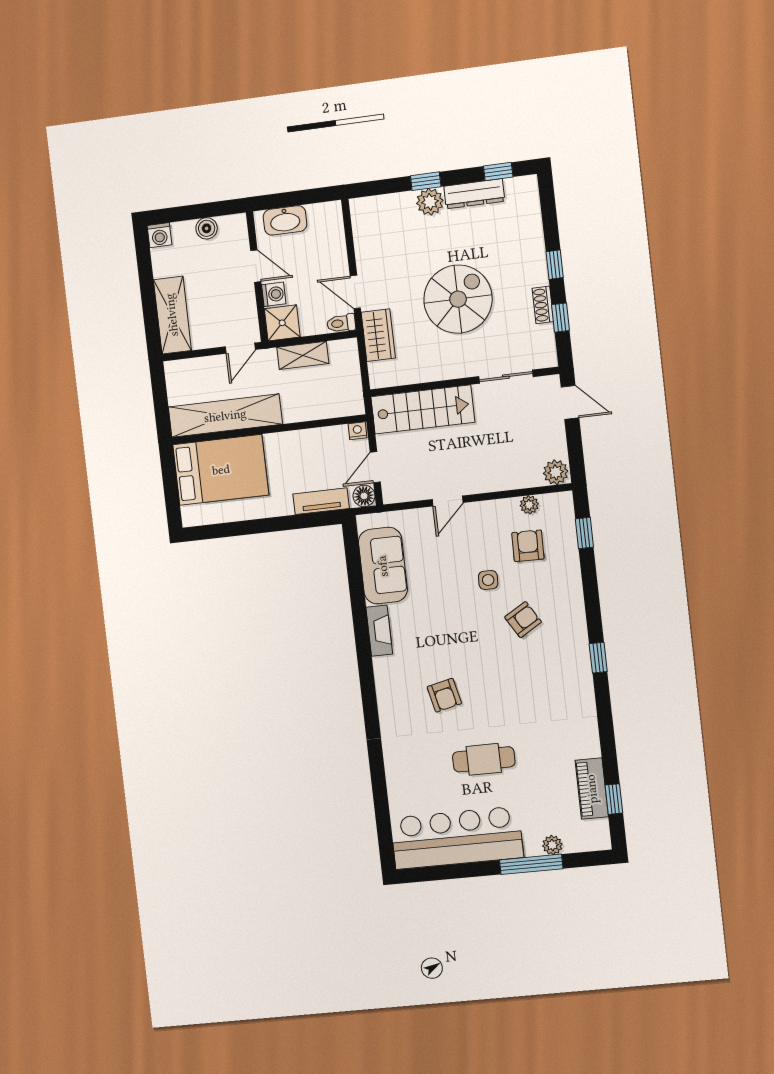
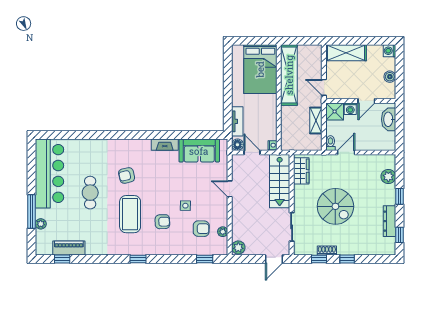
plant: (430, 202) -> (388, 176), moved
wardrobe: (378, 335) -> (301, 171), moved, turned -90
armchair: (523, 620) -> (162, 222), turned -61
coffee table: (516, 681) -> (130, 214), added

